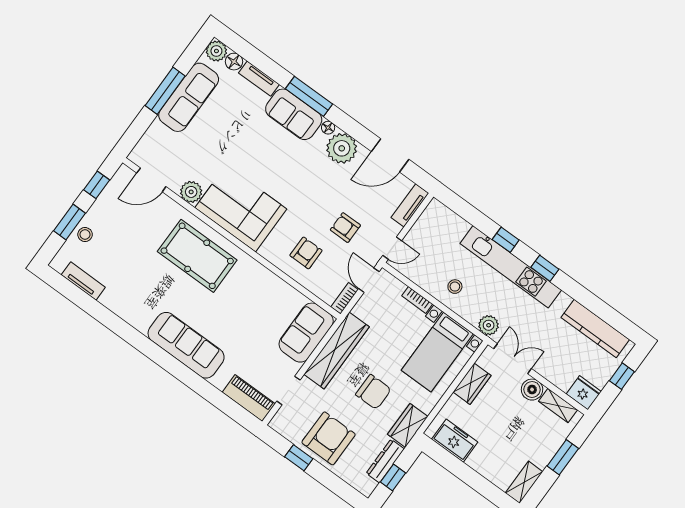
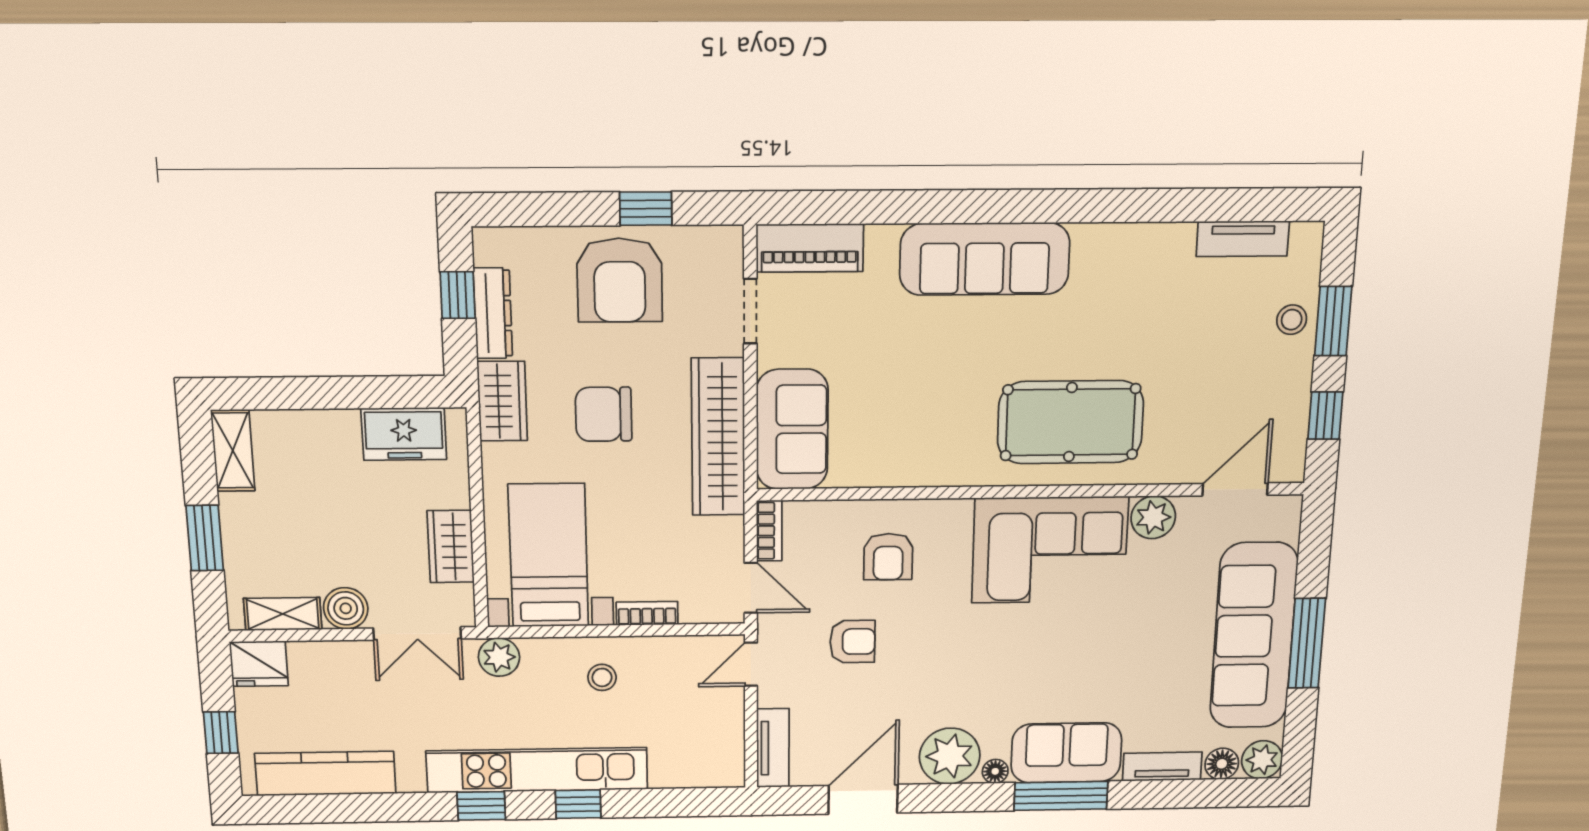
sofa: (189, 97) -> (1254, 636), width x1.36, depth x1.27

